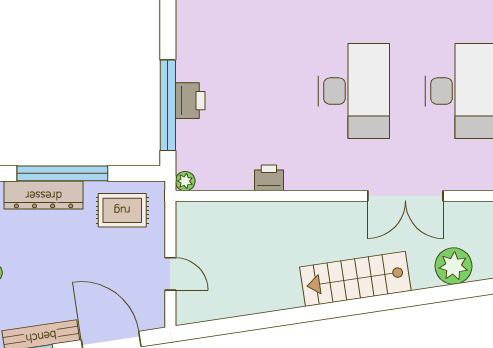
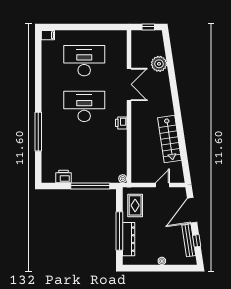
printer: (190, 101) -> (63, 176), moved
printer: (269, 178) -> (121, 123), moved
stairs: (355, 279) -> (169, 139), moved

